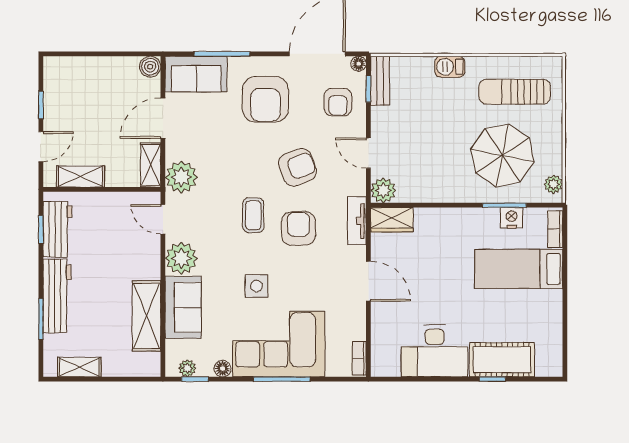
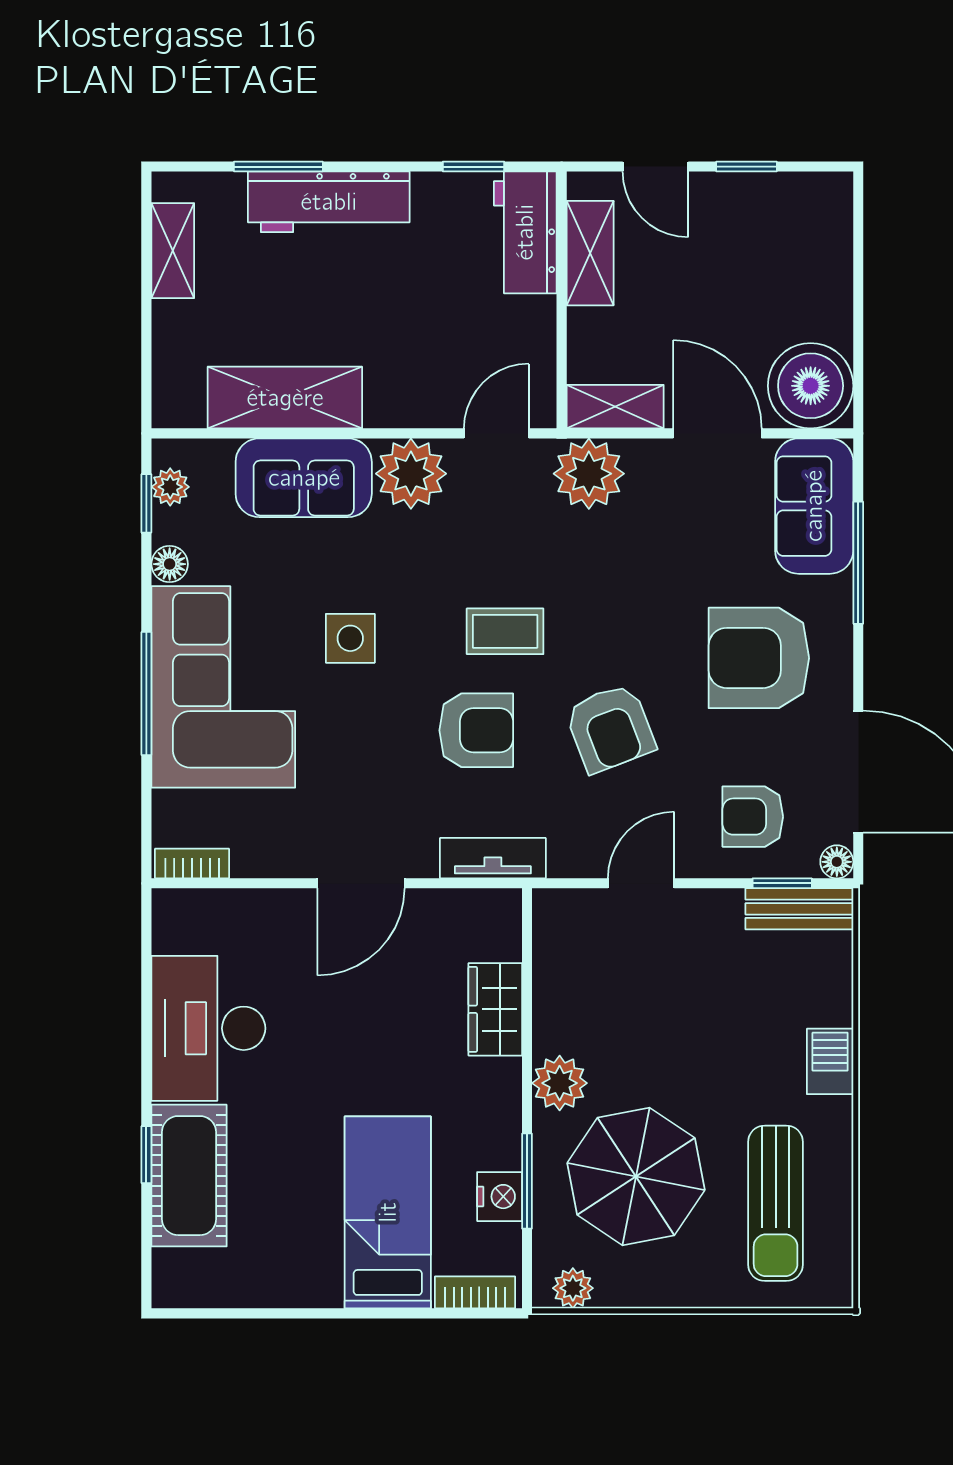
boiler: (150, 67) -> (811, 386), width x1.86, depth x1.86
sun lounger: (515, 92) -> (776, 1203), turned 180
plant: (383, 190) -> (560, 1083), moved
wardrobe: (392, 220) -> (495, 1009), moved
workbench: (58, 229) -> (525, 232), moved, turned 90

